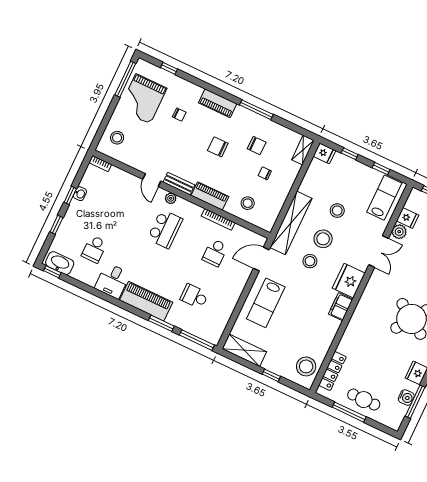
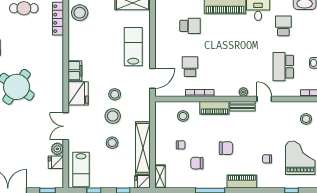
shelving: (291, 223) -> (143, 148), moved
school desk: (165, 229) -> (283, 67), moved

